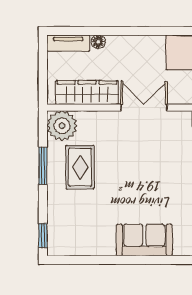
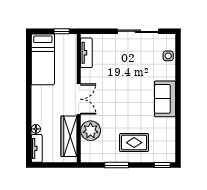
double door: (144, 108) -> (79, 99), swing flipped
plant: (62, 126) -> (91, 131), moved
rug: (80, 167) -> (134, 143), moved

